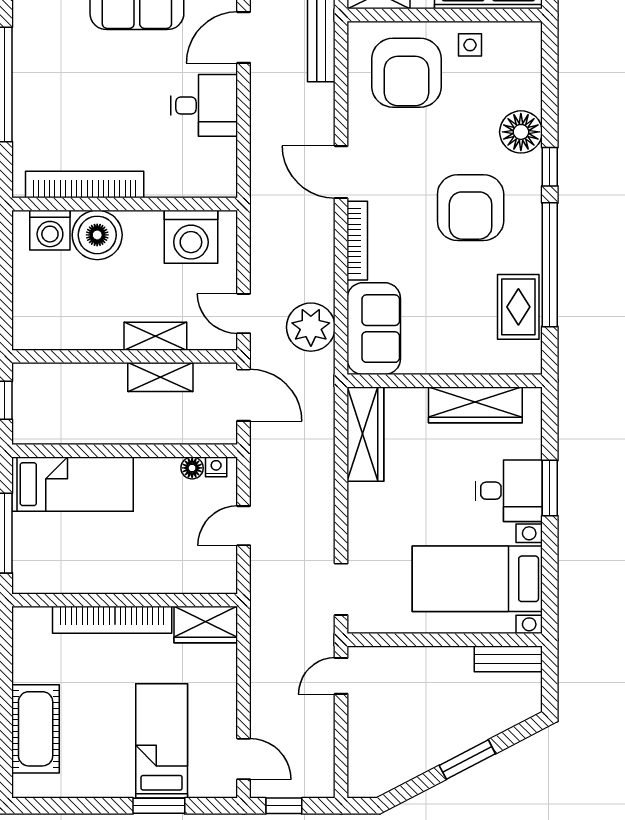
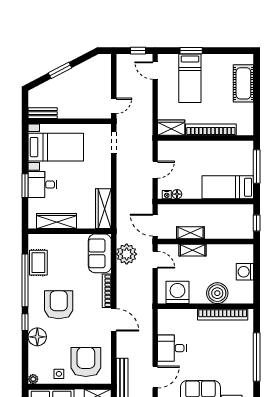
plant: (531, 33) -> (33, 379), added
washing machine: (50, 230) -> (245, 272), moved, turned -90

